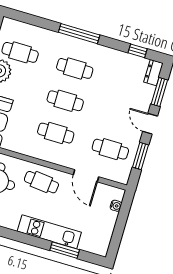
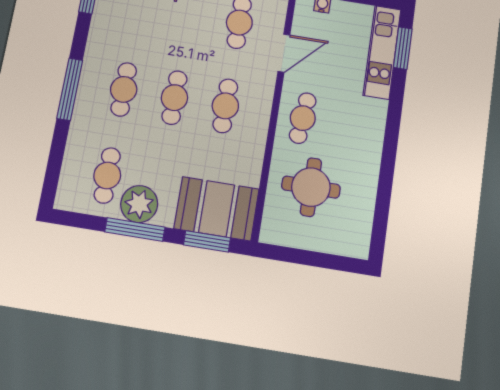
kitchen unit: (49, 232) -> (382, 52), moved
window: (65, 250) -> (403, 48), moved

